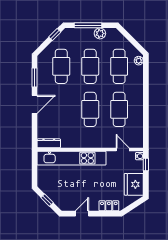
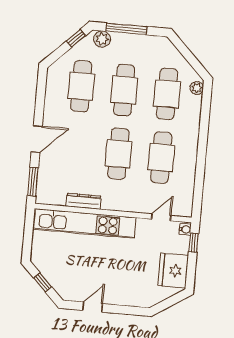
plant: (100, 33) -> (102, 39), moved
window: (34, 78) -> (33, 182), moved
dresser: (49, 143) -> (84, 201), moved
door: (123, 149) -> (161, 217), hinge flipped
locker: (109, 206) -> (133, 299), removed

